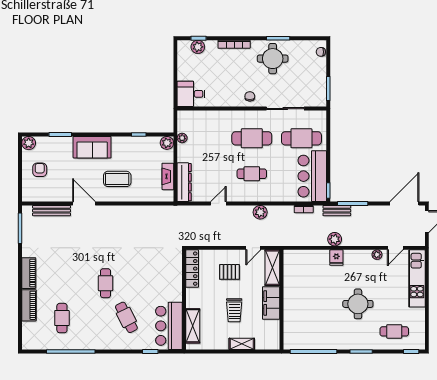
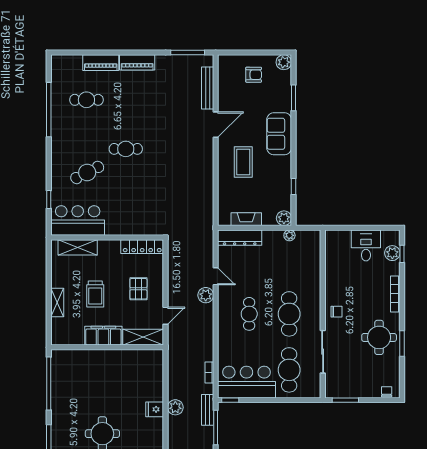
desk: (191, 94) -> (366, 245), moved
plant: (260, 212) -> (206, 295), moved
door: (253, 248) -> (166, 316), swing flipped
trolley: (234, 310) -> (95, 294), turned -90

